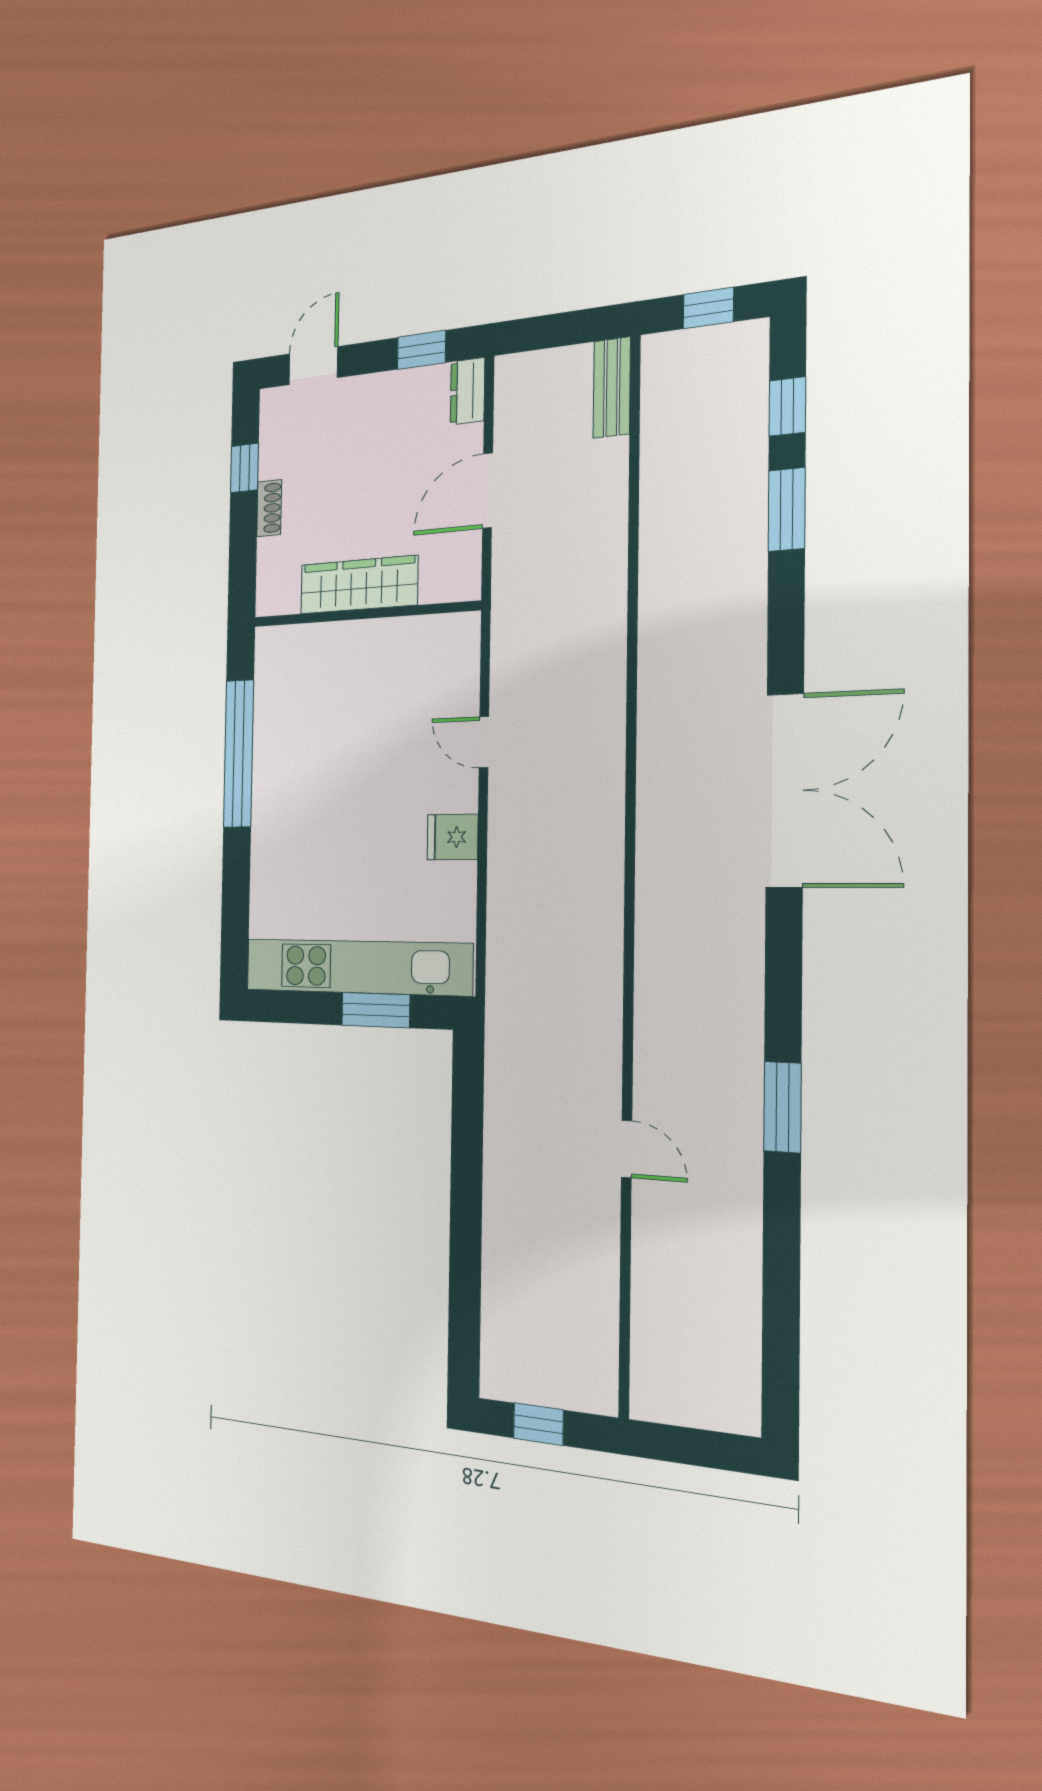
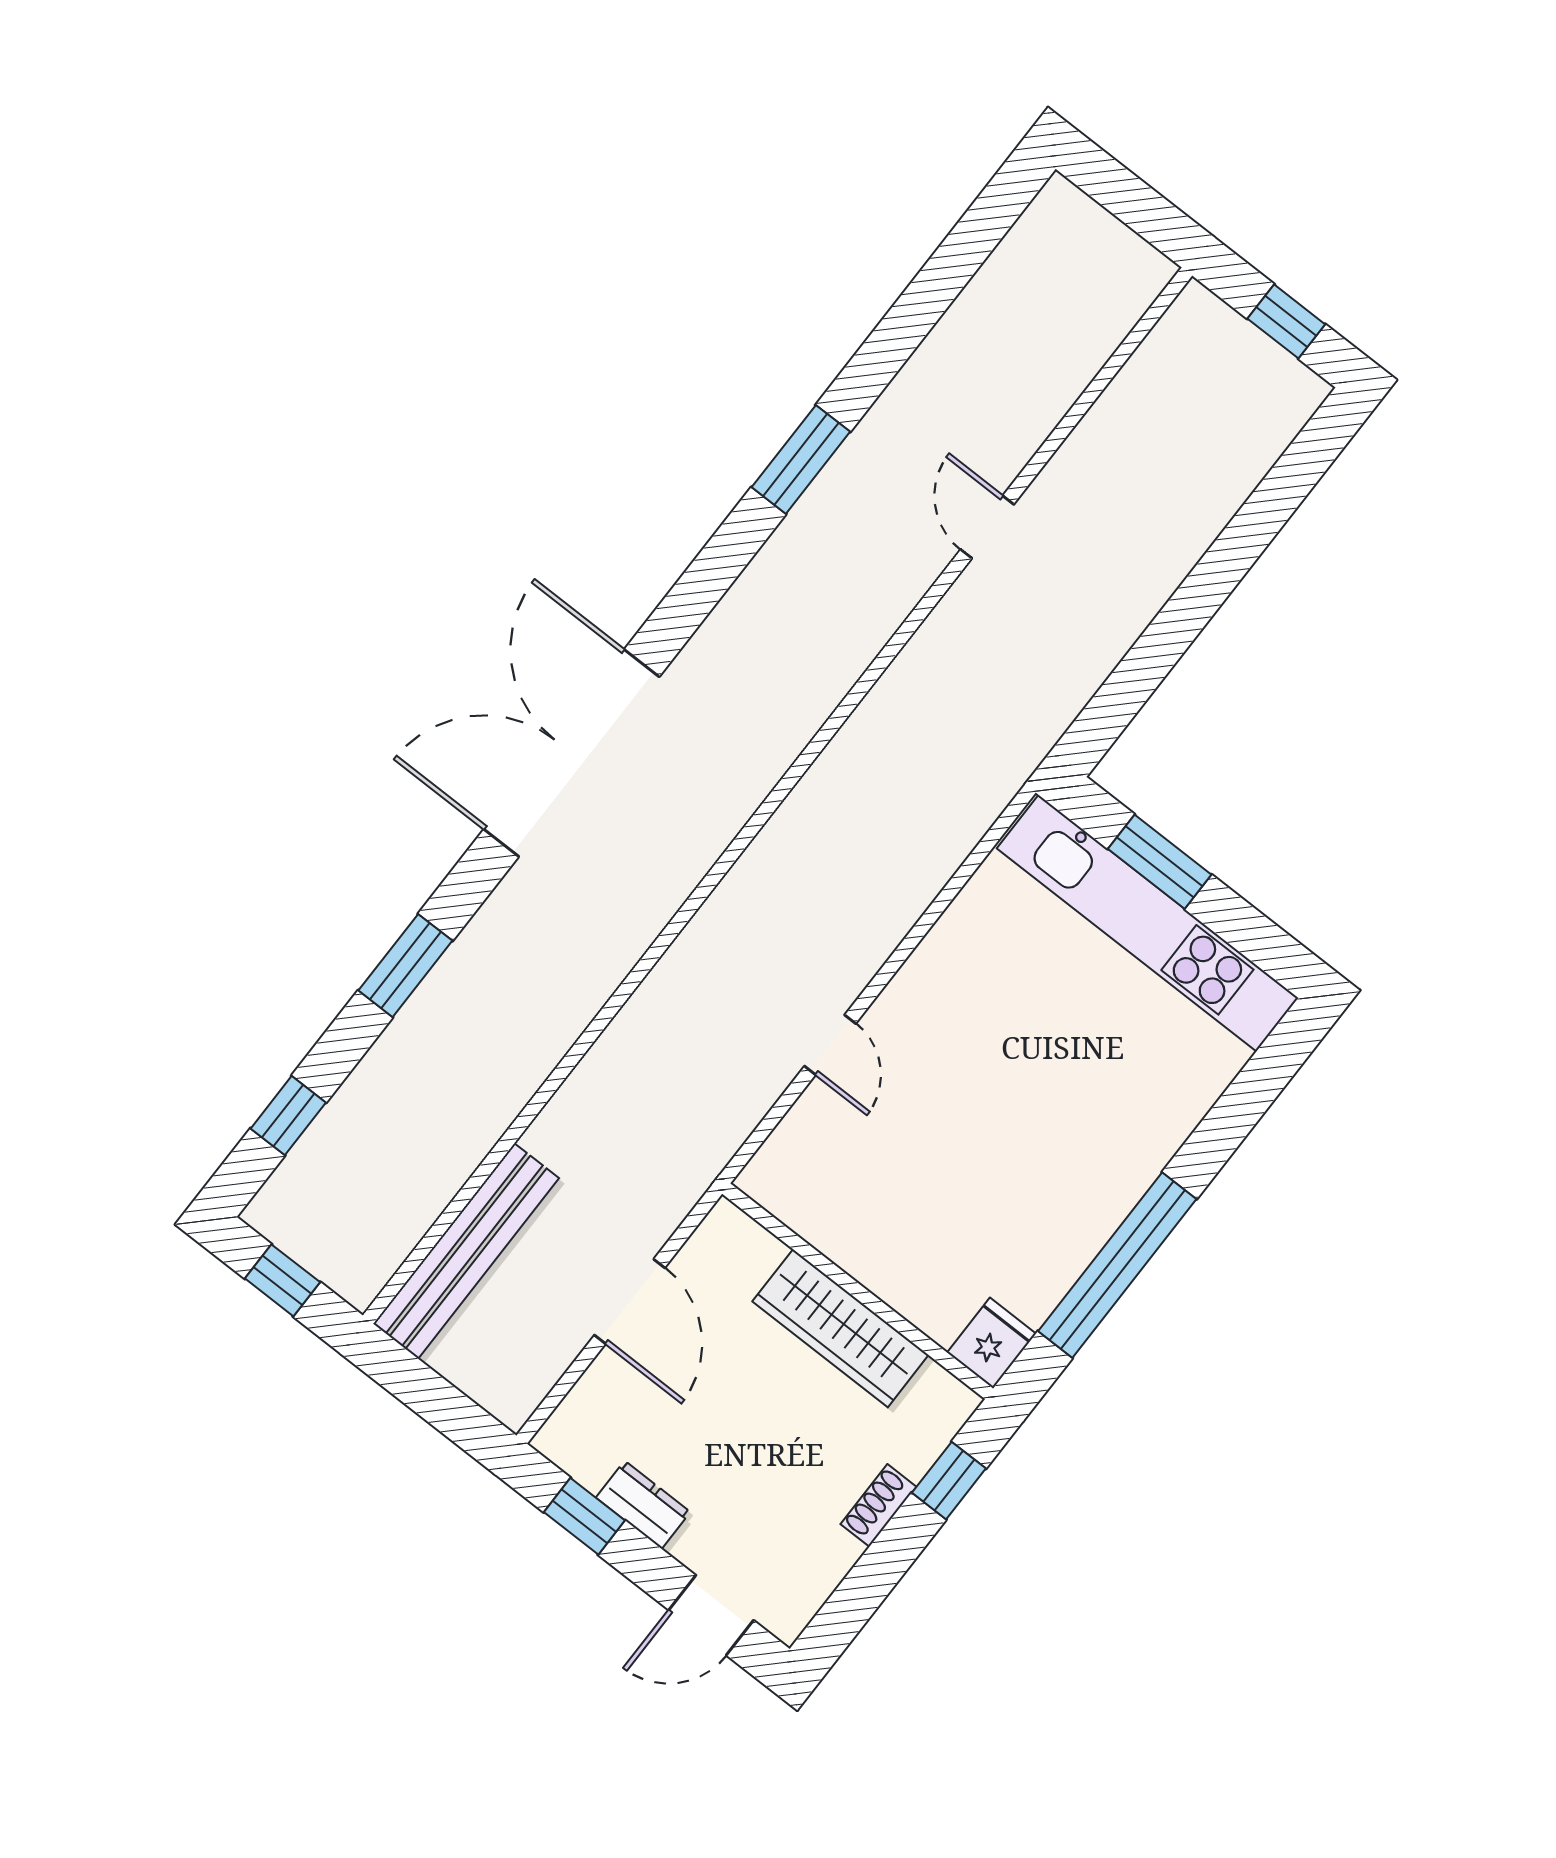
bench: (612, 388) -> (466, 1251), width x1.86, depth x1.21
dresser: (468, 391) -> (643, 1505), moved, turned -90
window: (245, 468) -> (949, 1481), moved
door: (488, 491) -> (630, 1301), hinge flipped
window: (787, 510) -> (405, 966), moved
fridge: (453, 837) -> (992, 1343), moved, turned -90

